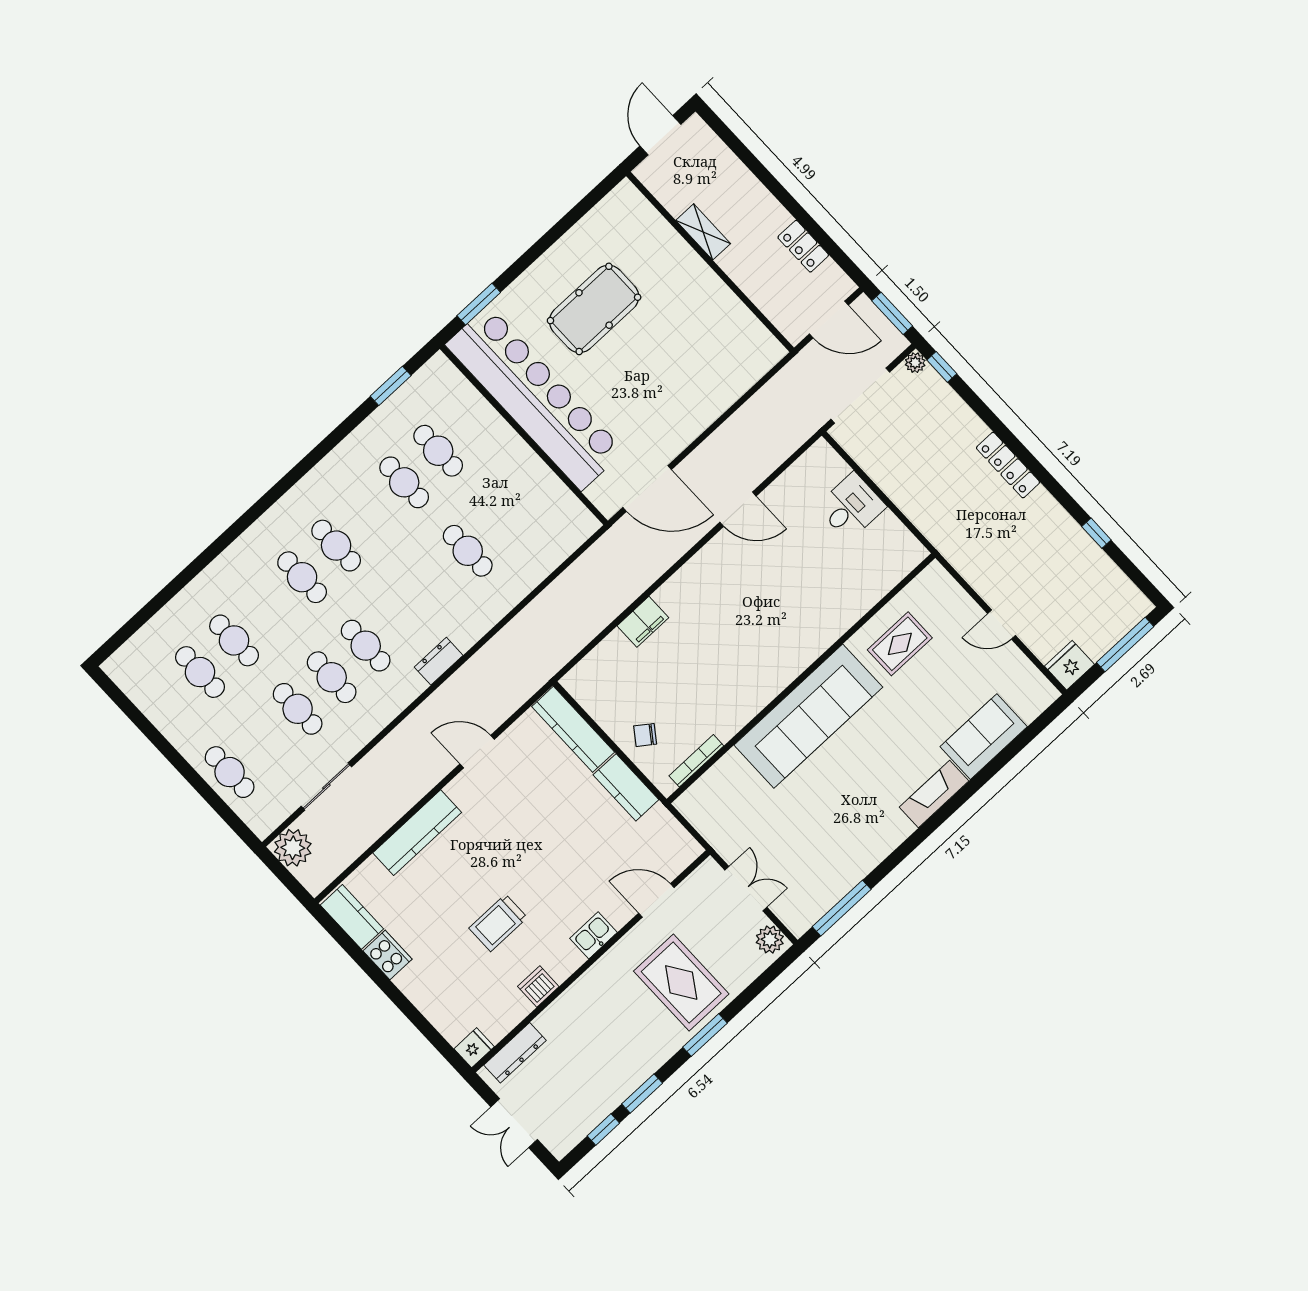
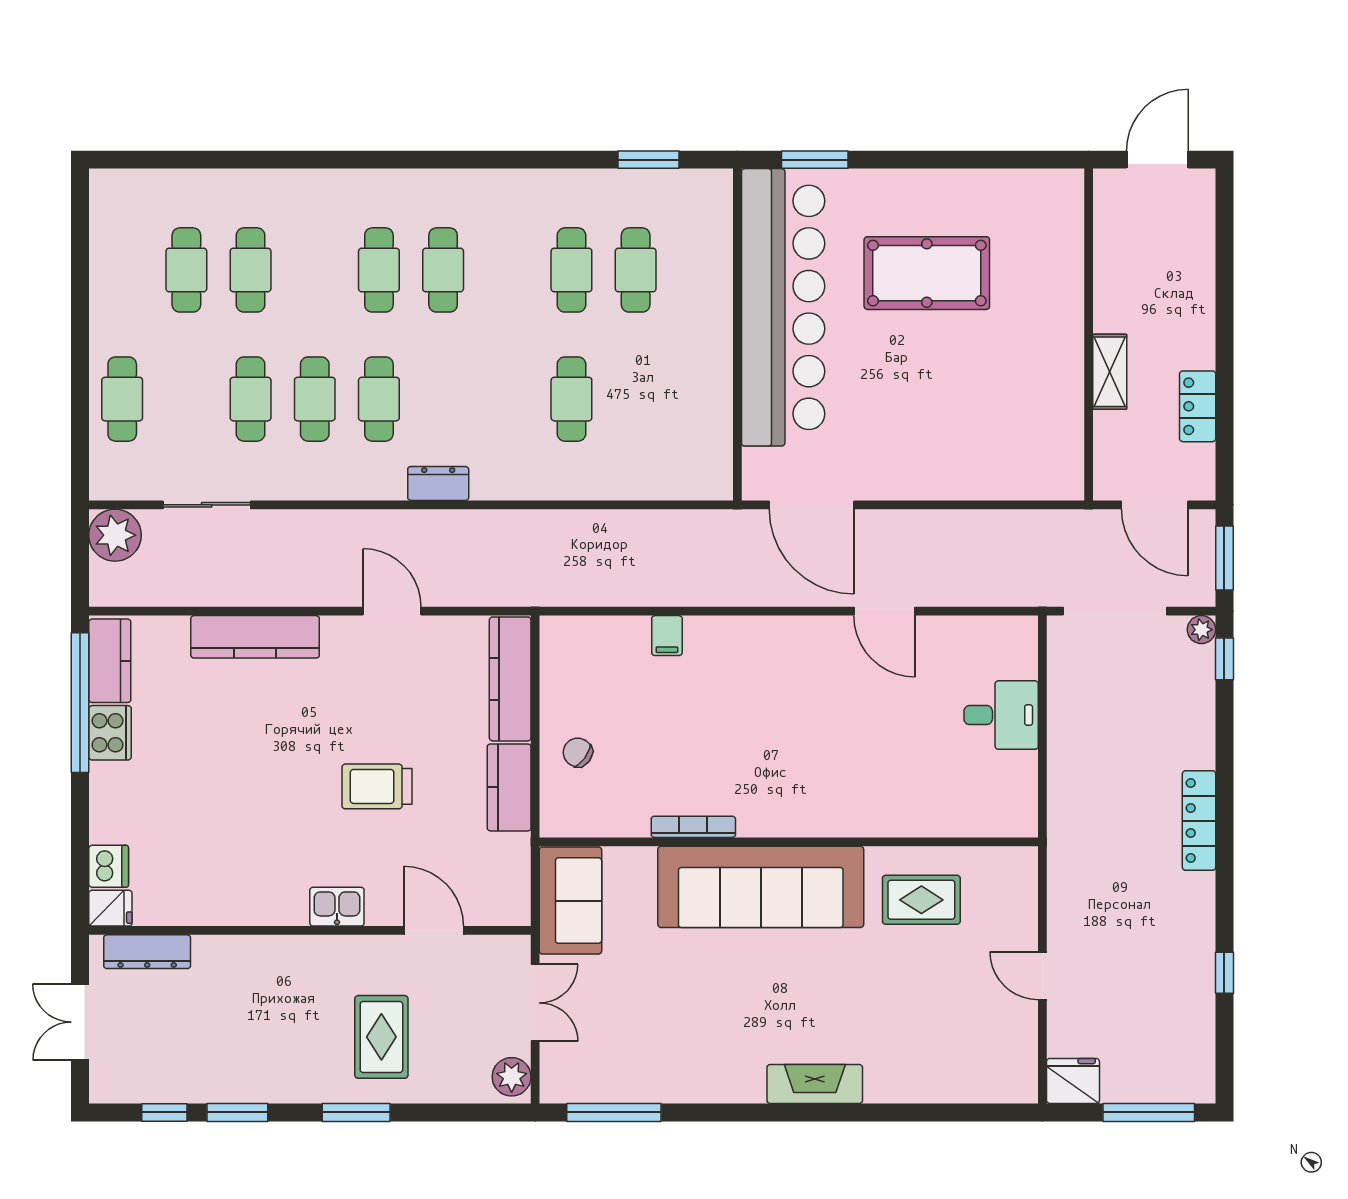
shelving: (703, 232) -> (1110, 372), moved
filing cabinet: (643, 622) -> (667, 636), width x0.50
sofa: (984, 737) -> (570, 901), moved, turned 90
bookcase: (696, 761) -> (693, 827), moved
trolley: (498, 923) -> (377, 786), moved
window: (357, 954) -> (80, 703), added
rug: (681, 983) -> (381, 1037), width x0.73, depth x0.70
dishwasher: (538, 986) -> (109, 866), moved, turned 90

